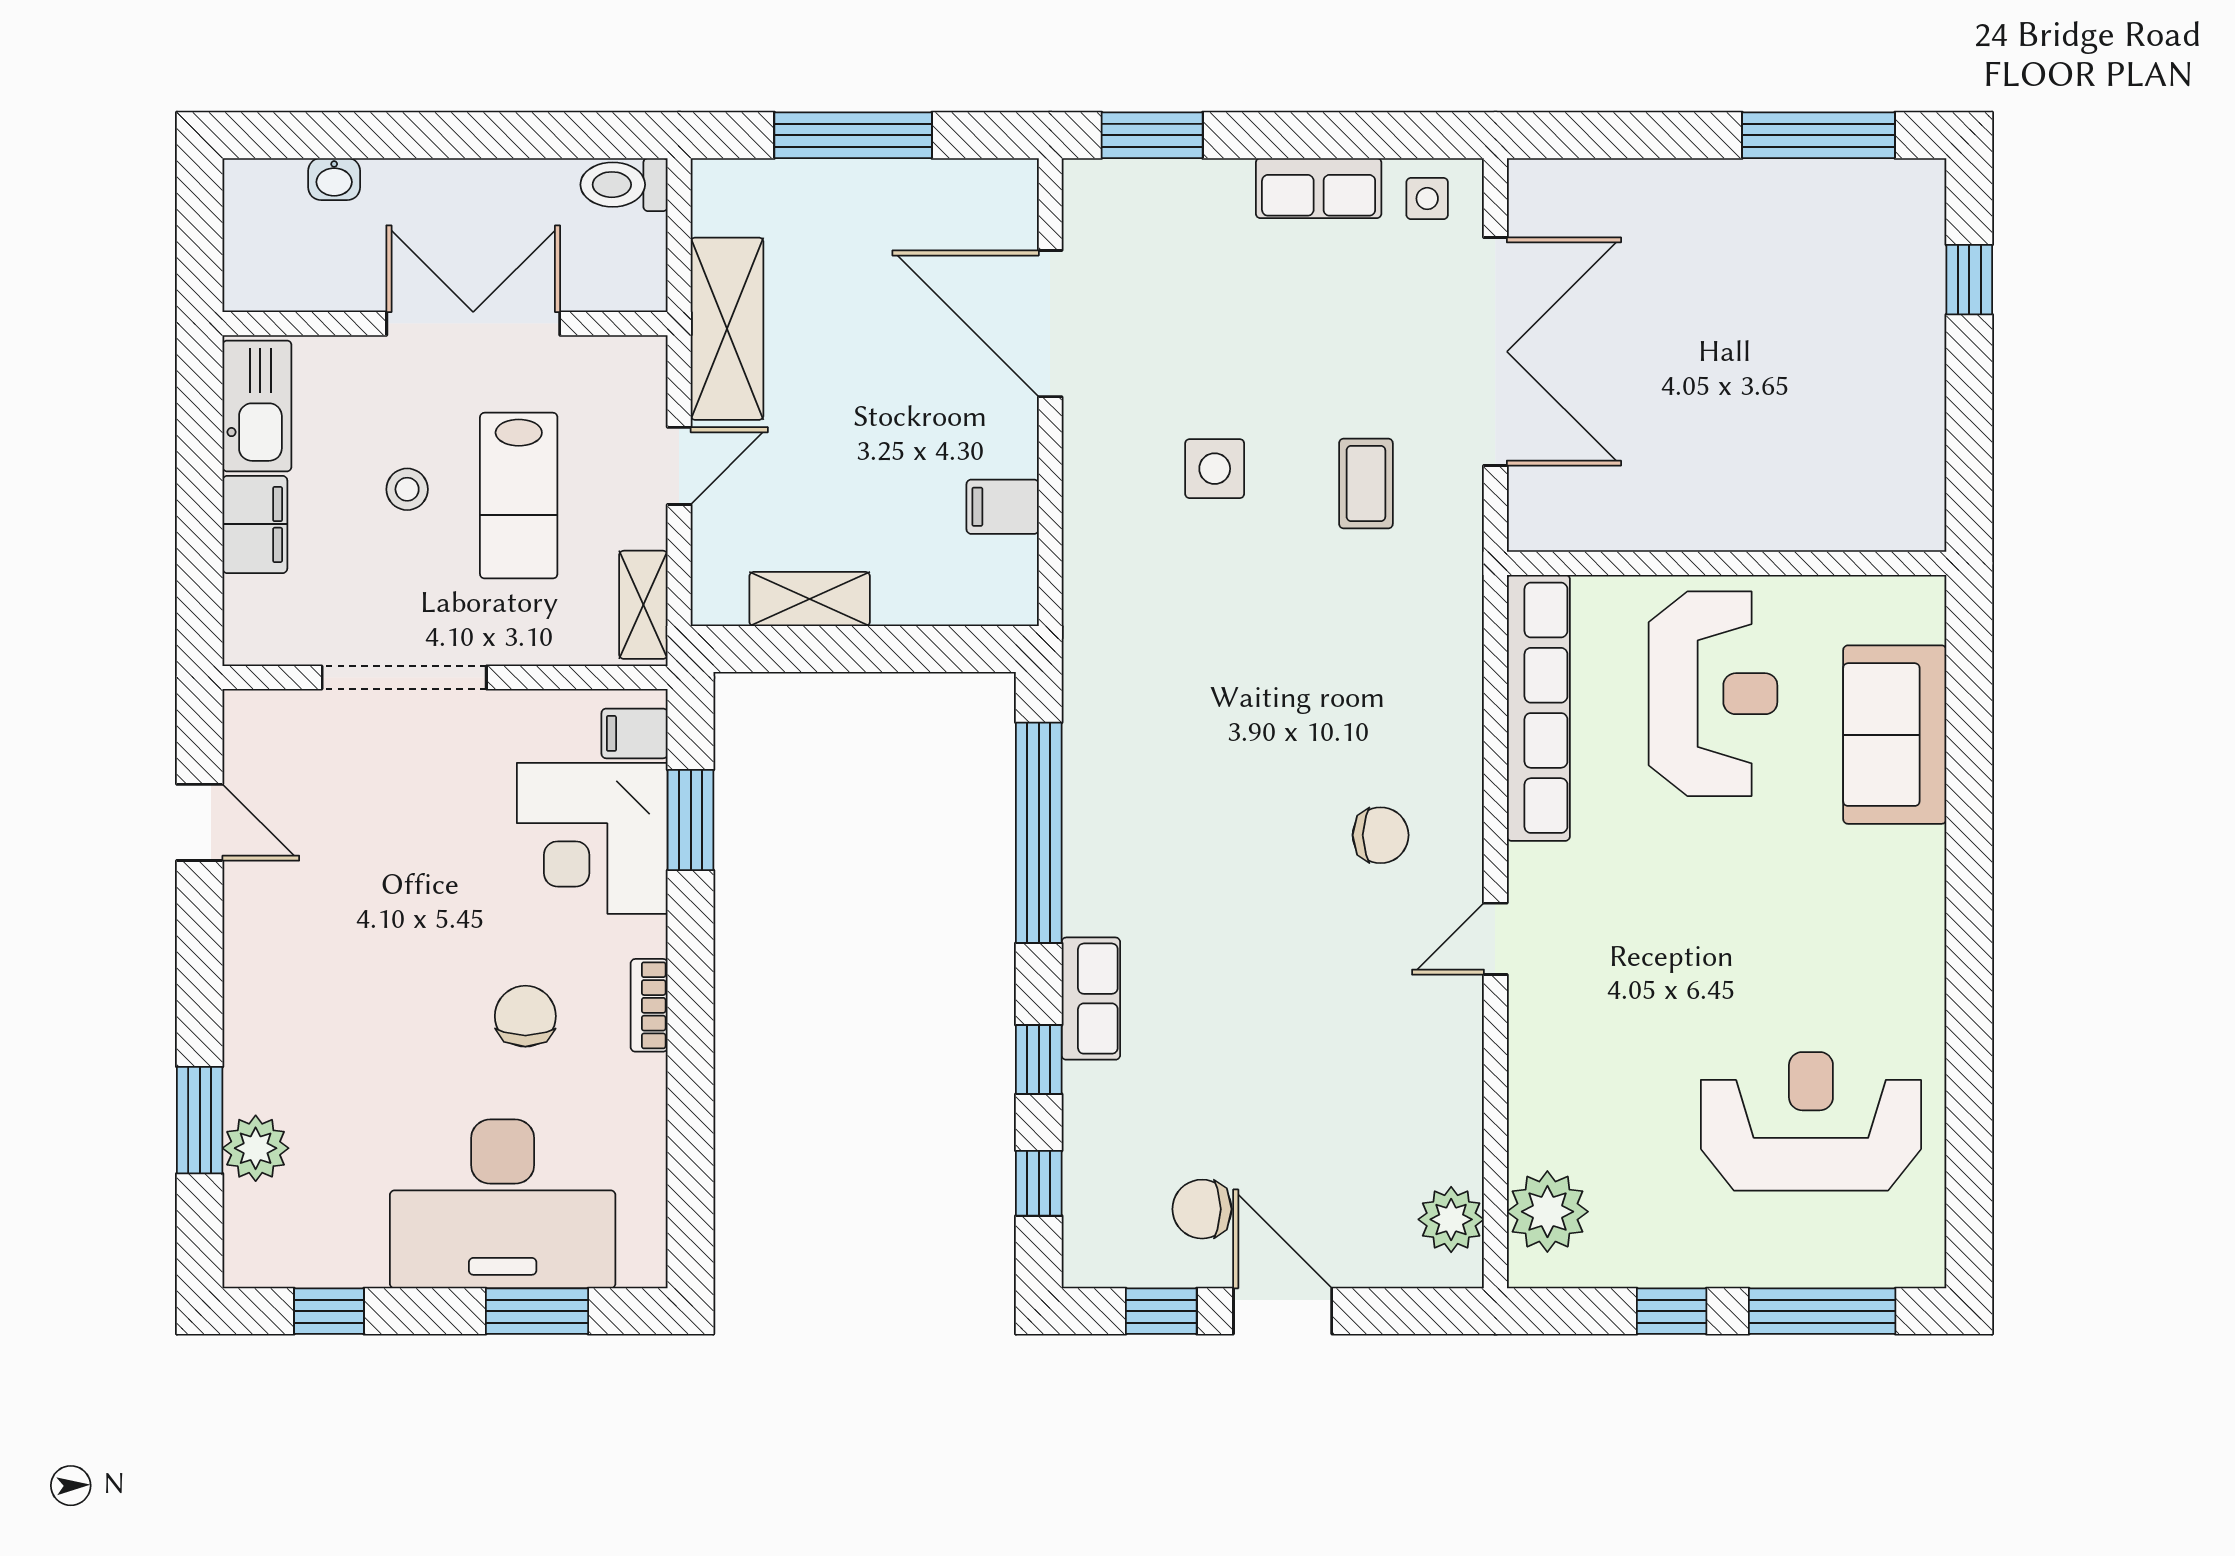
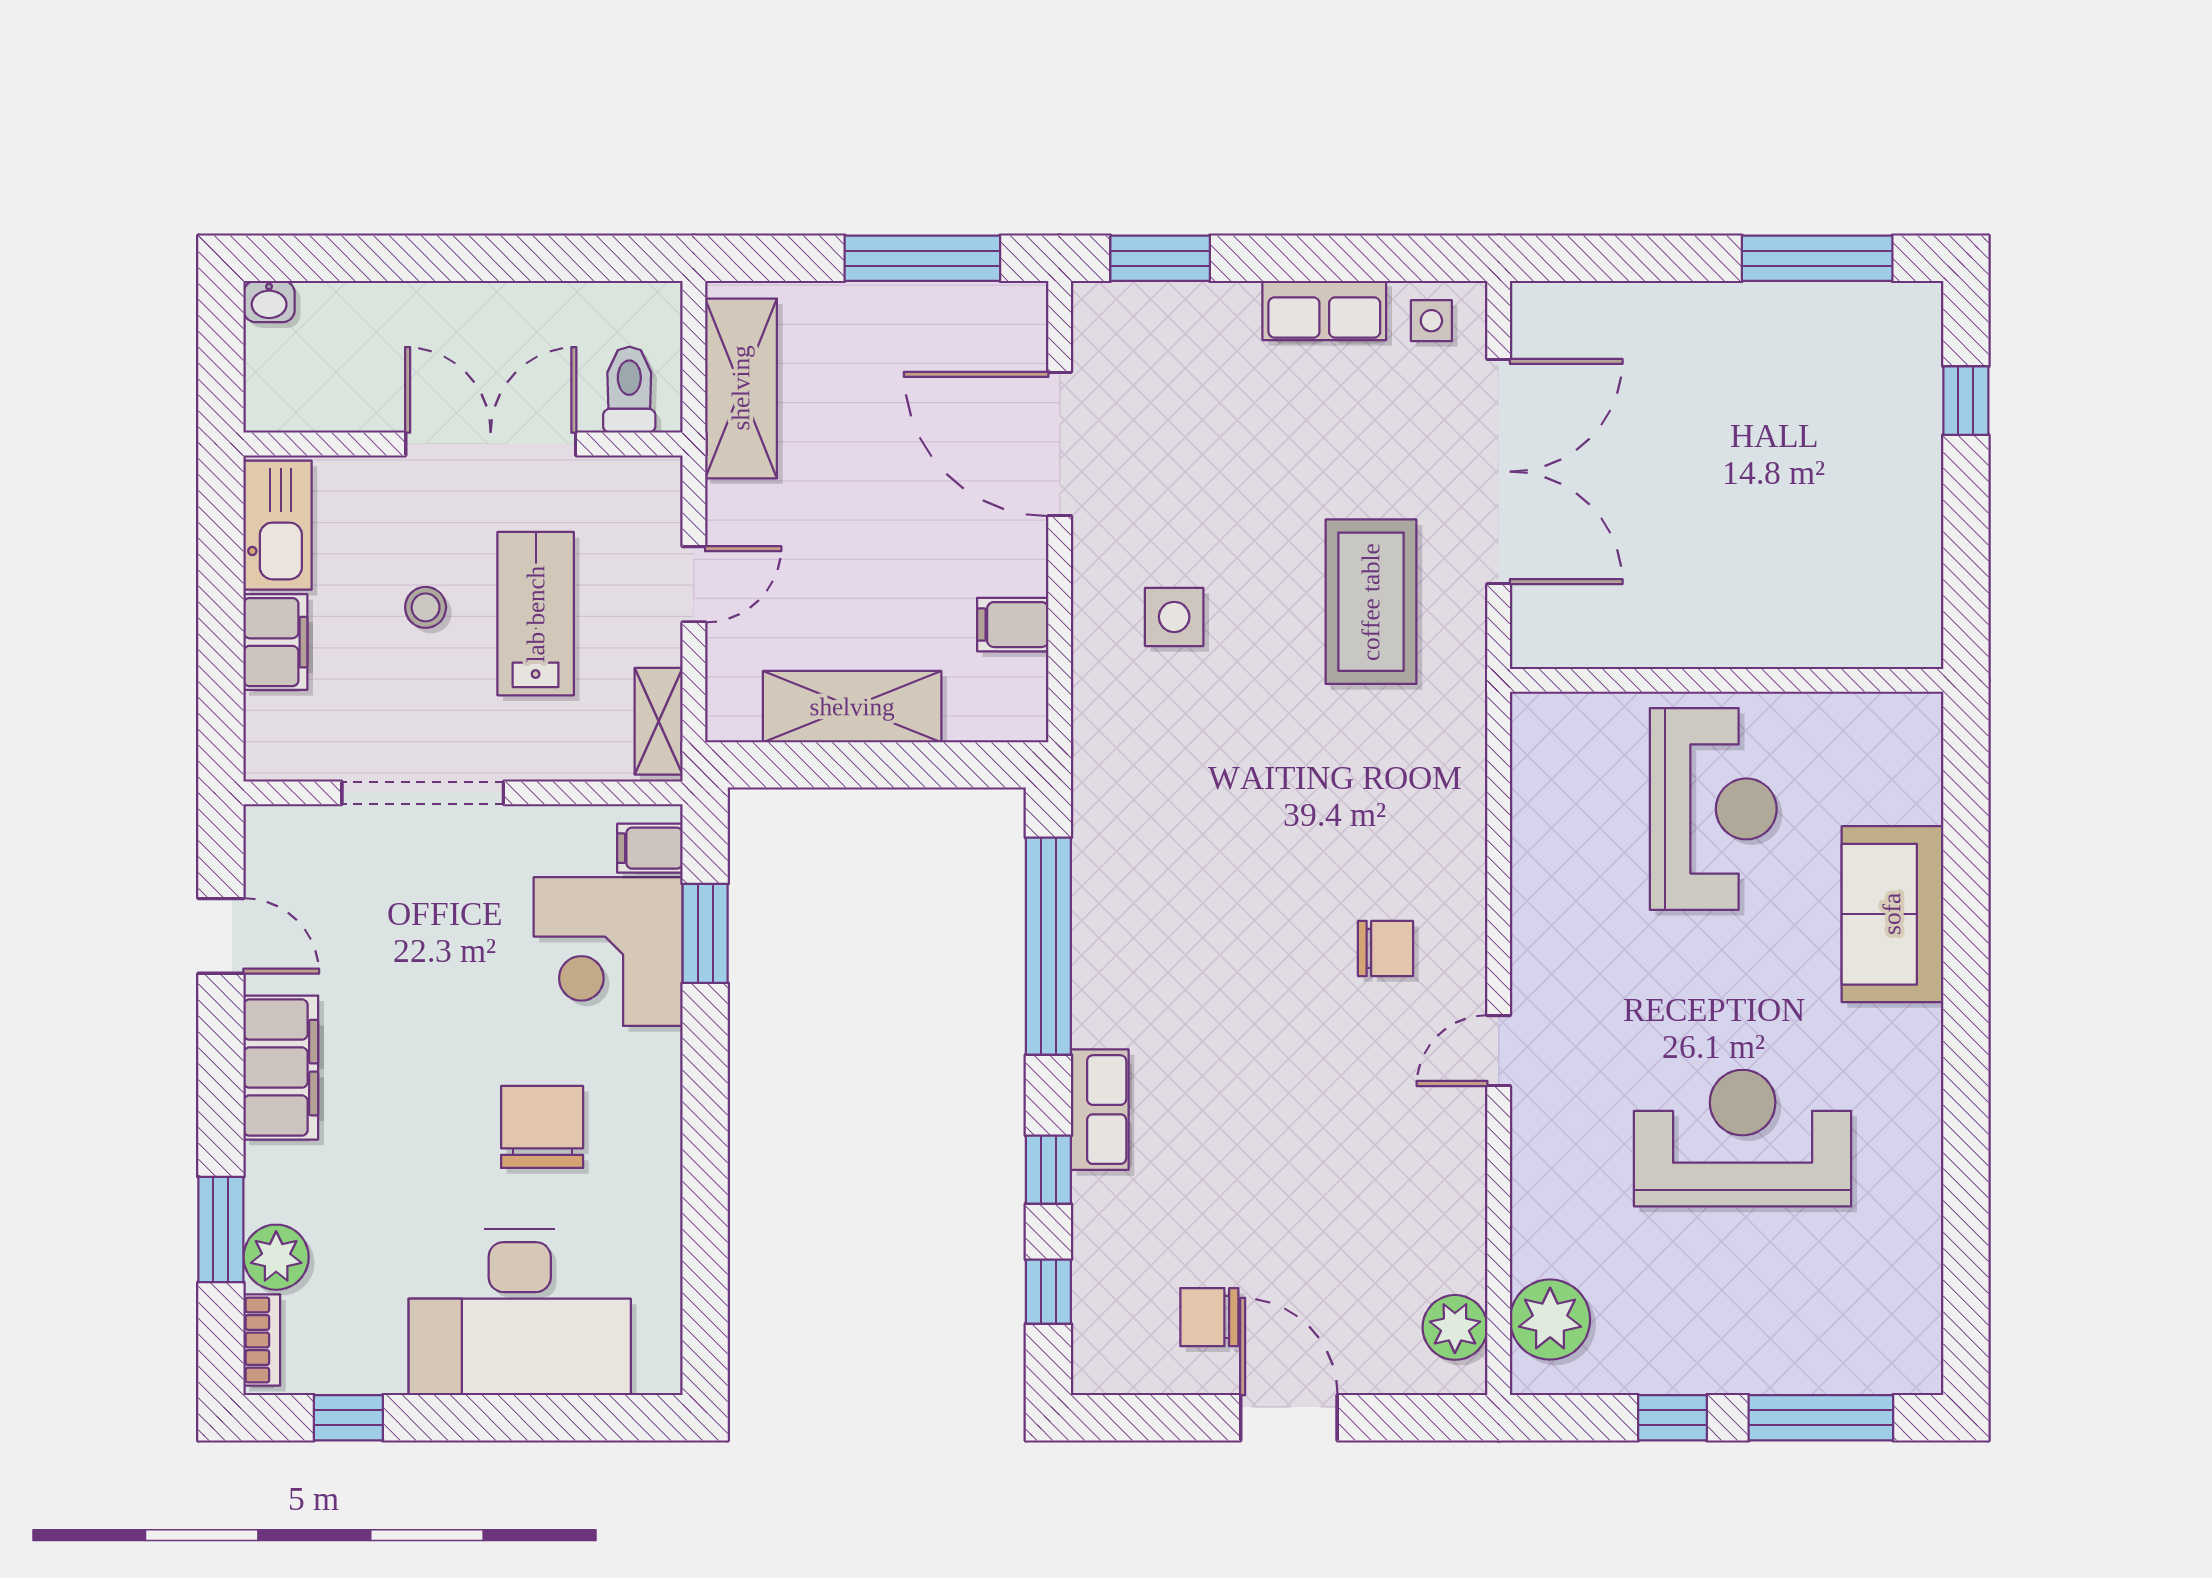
window: (853, 135) -> (922, 258), moved
washbasin: (334, 179) -> (269, 301), moved
toilet: (624, 185) -> (629, 390), moved, turned 90
shelving: (727, 329) -> (741, 388), moved
side table: (1215, 469) -> (1174, 617), moved
coffee table: (1366, 484) -> (1371, 602), width x1.86, depth x1.72
lab bench: (519, 496) -> (536, 614), turned 180
shelving: (810, 599) -> (852, 707), width x1.50, depth x1.33
row of seats: (1538, 708) -> (1541, 823), removed
sofa: (1895, 735) -> (1892, 914), moved
filing cabinet: (260, 956) -> (281, 1068), added
bookcase: (649, 1005) -> (262, 1340), moved, turned 180
chair: (525, 1016) -> (542, 1127), width x1.37, depth x1.37
reception desk: (1811, 1121) -> (1743, 1138), moved
window: (537, 1311) -> (554, 1418), removed
window: (1161, 1311) -> (1169, 1418), removed

